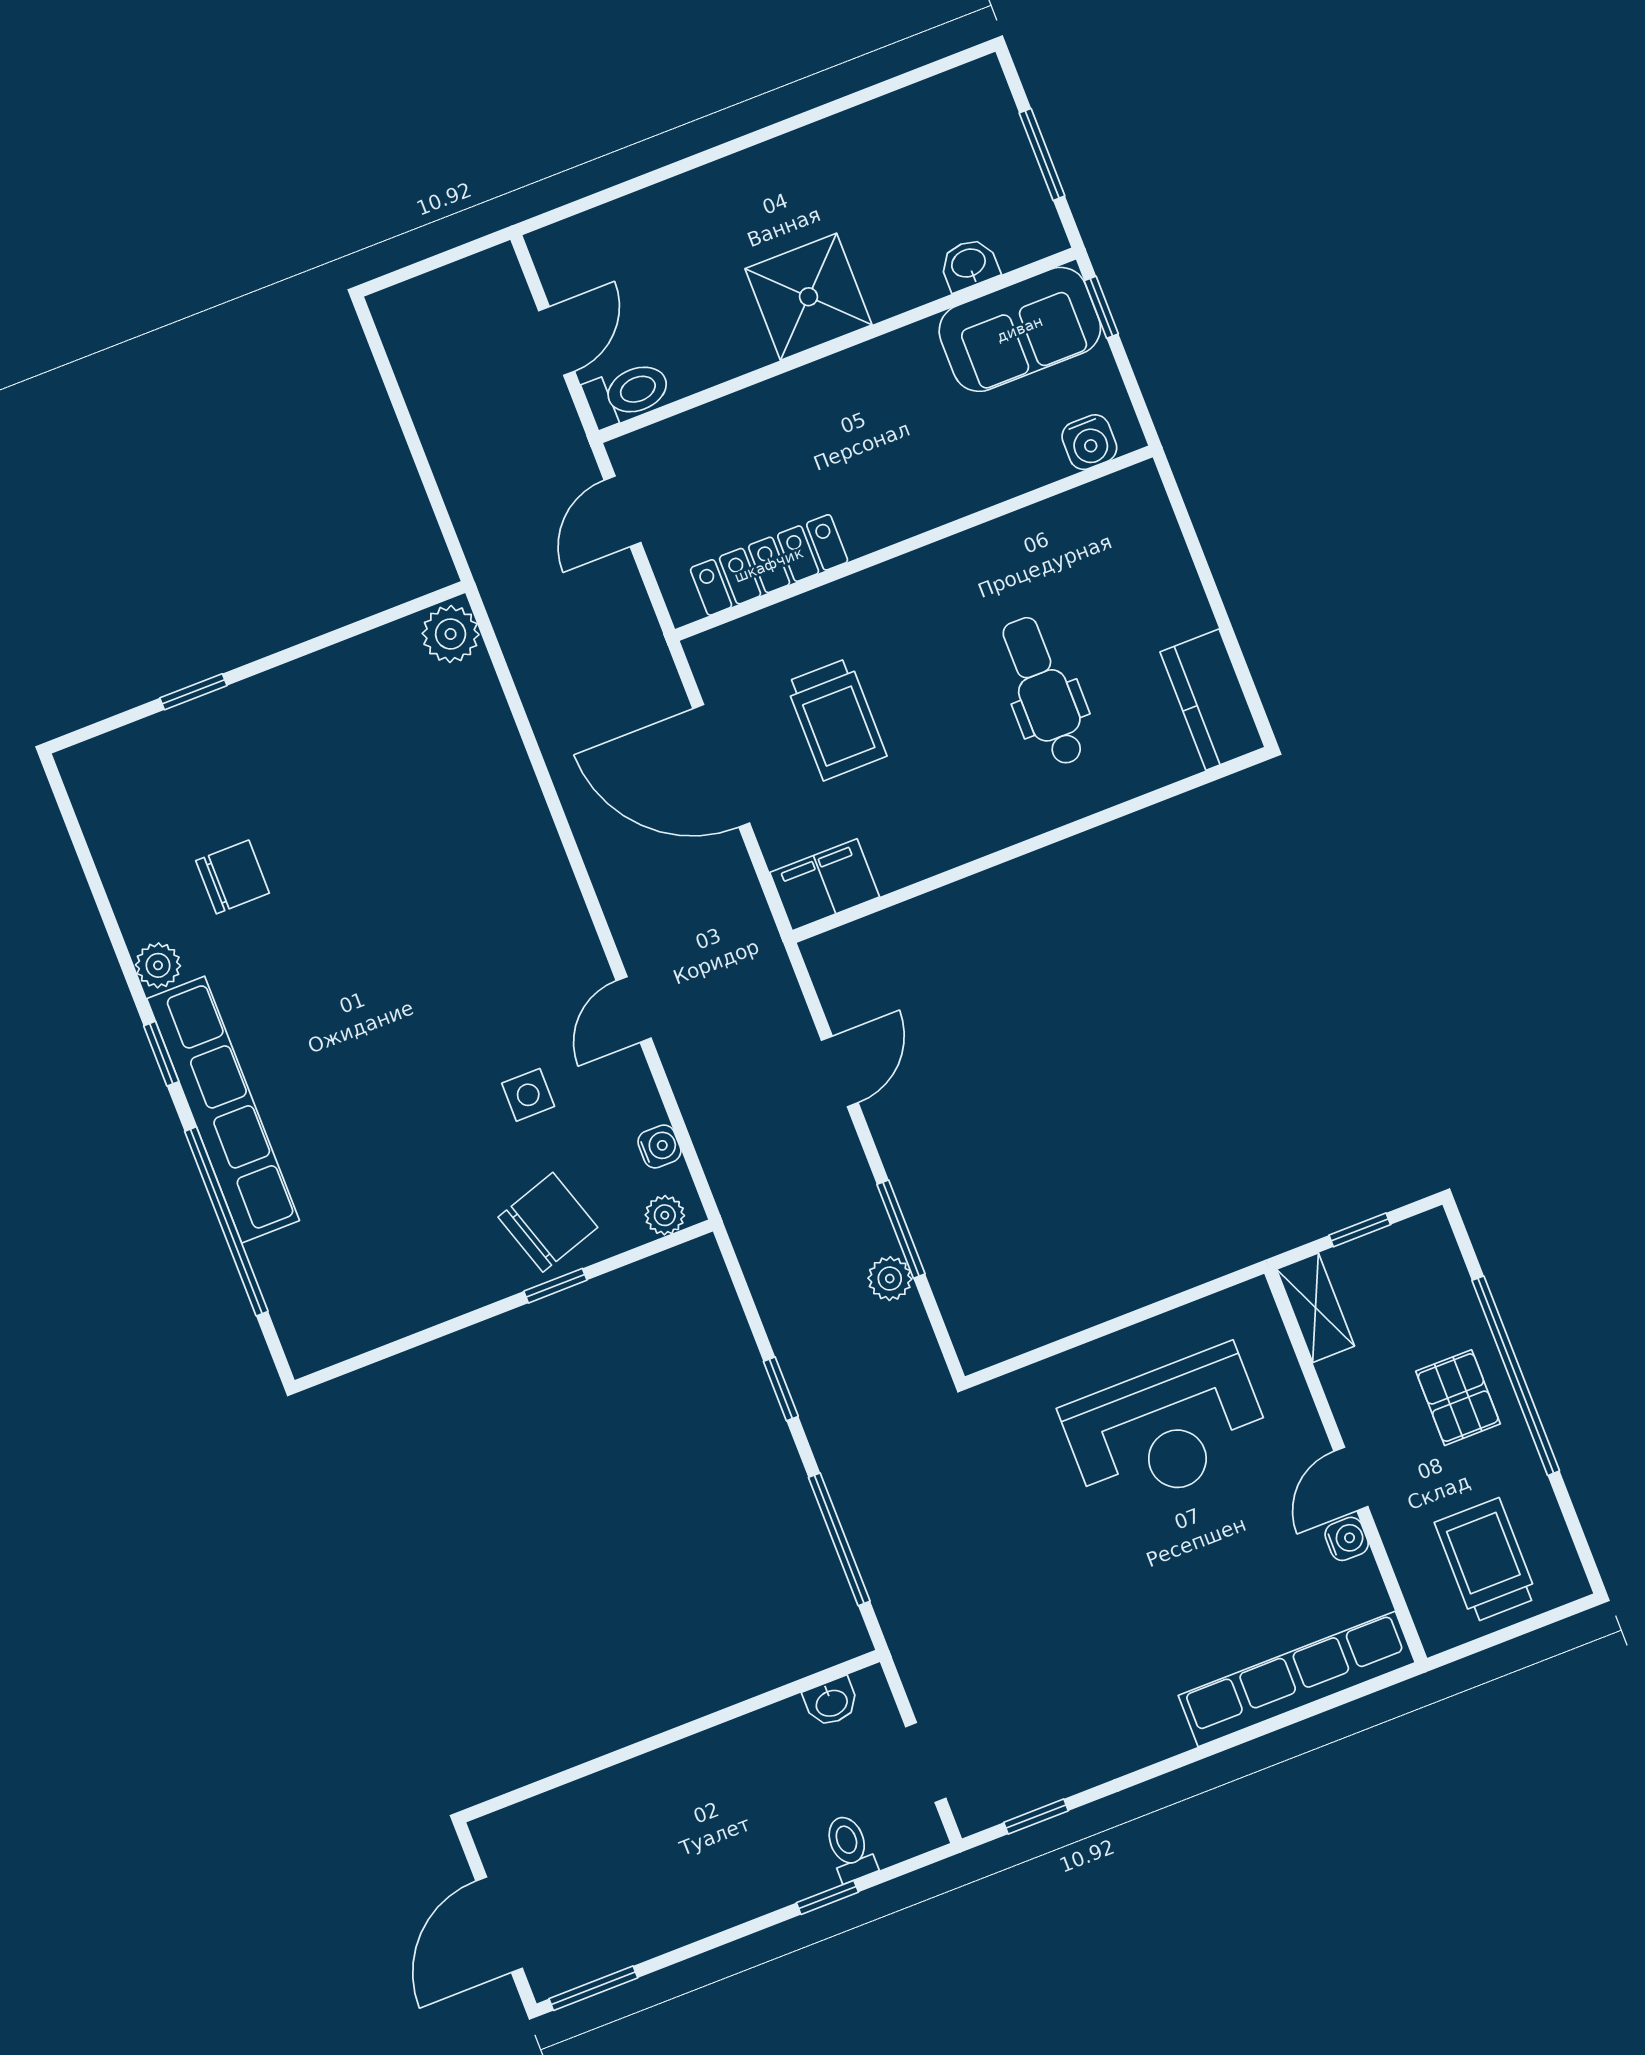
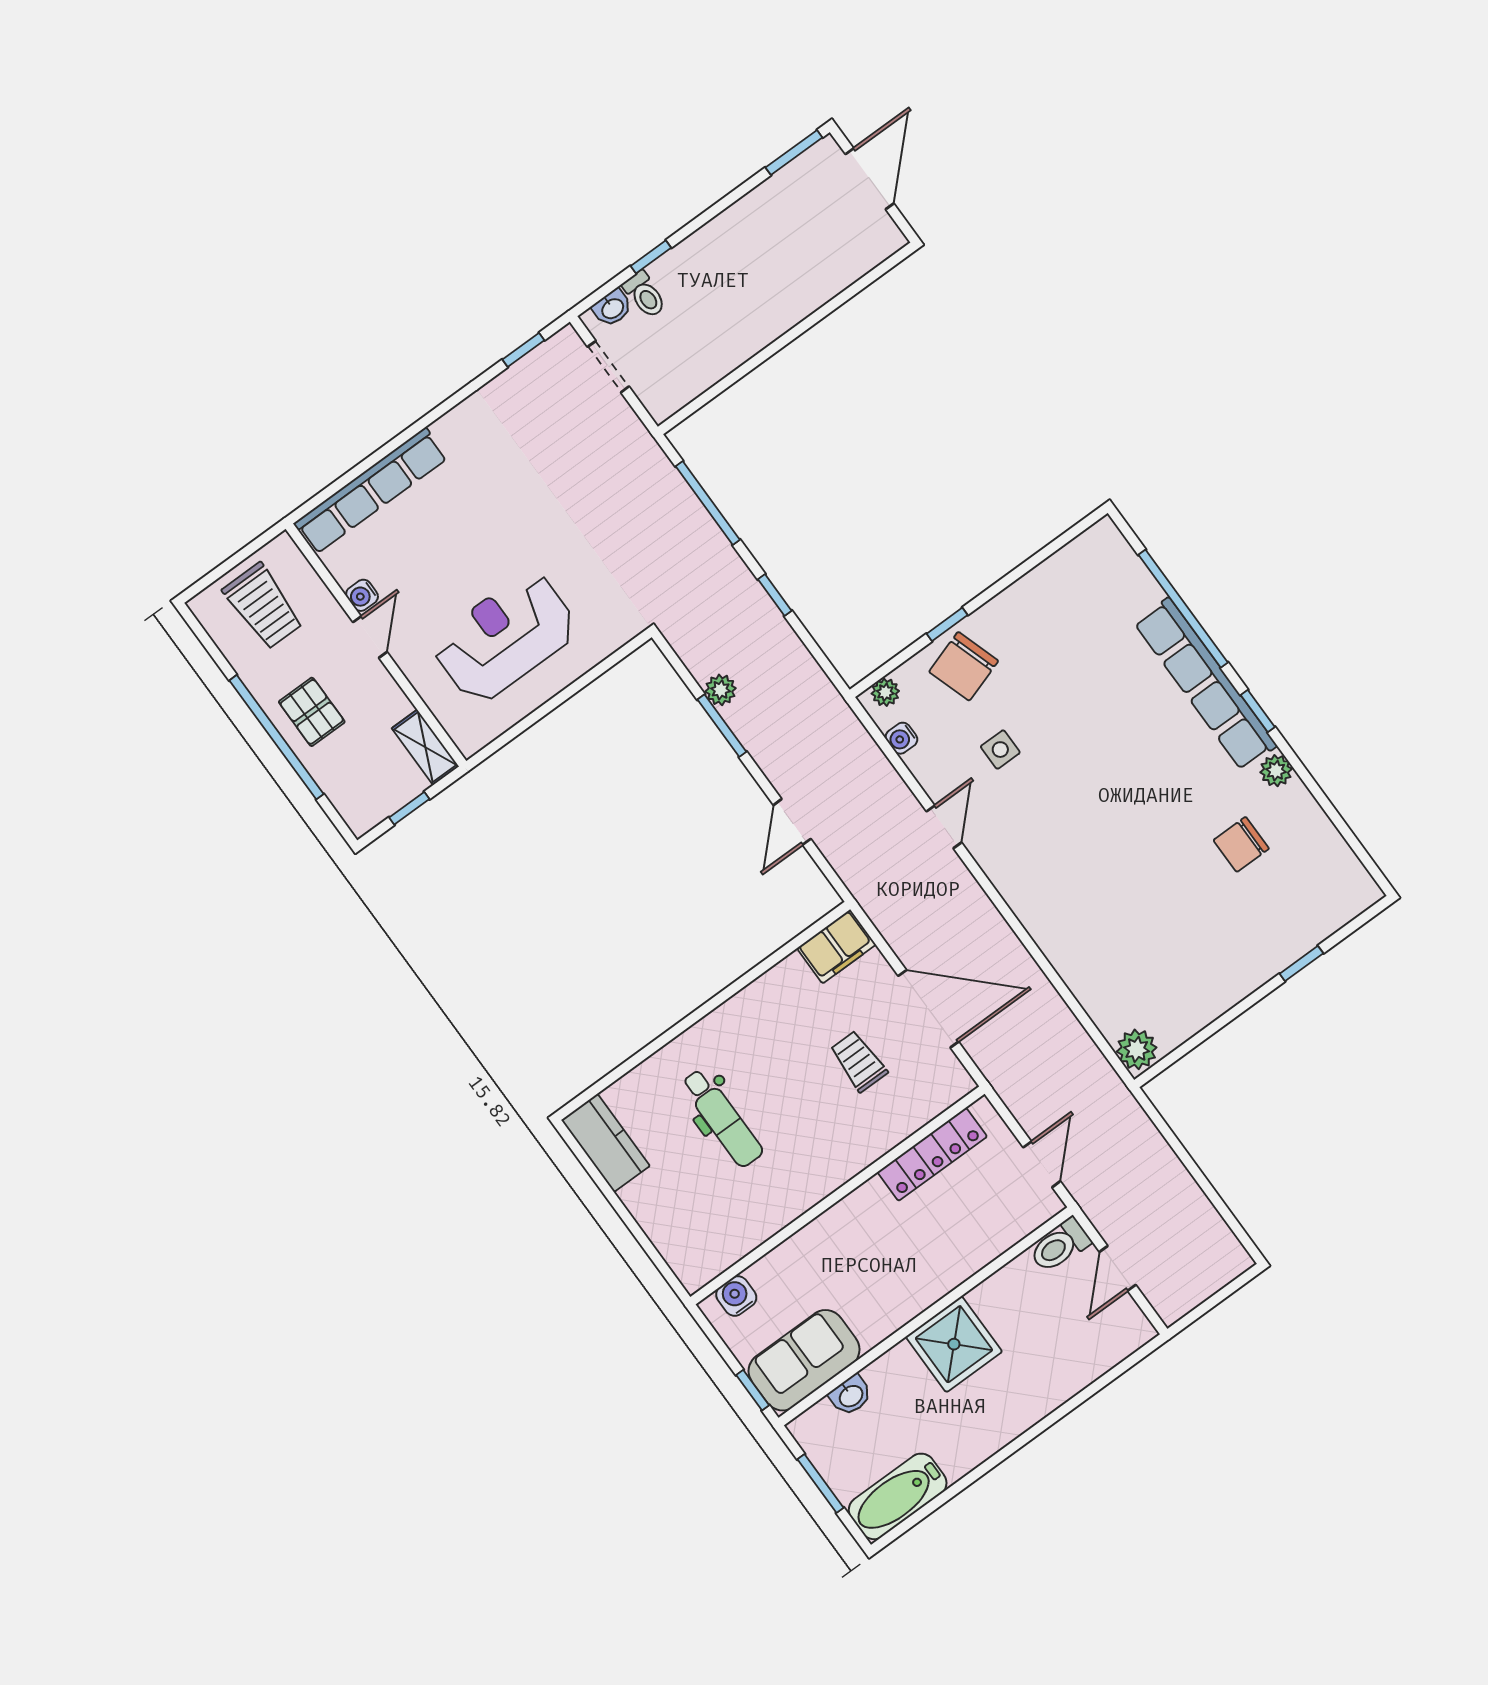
bathtub: (941, 109) -> (898, 1496), added
trolley: (836, 719) -> (859, 1061), width x0.73, depth x0.72
washbasin: (831, 1702) -> (612, 308), moved, turned 180

